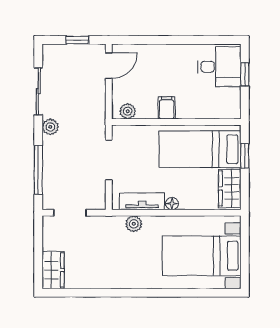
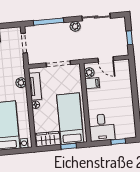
door: (109, 66) -> (106, 59), moved
desk: (219, 67) -> (102, 127), moved
filing cabinet: (167, 108) -> (92, 83), moved

